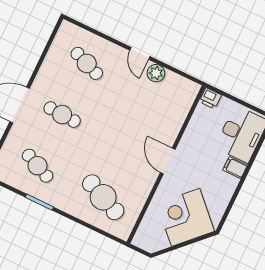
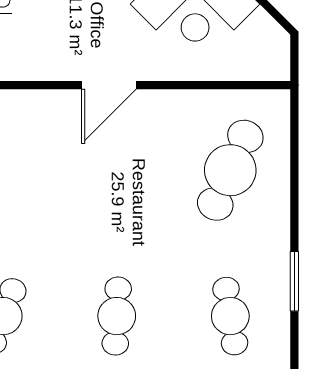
cafe table: (38, 166) -> (230, 316), turned -33

